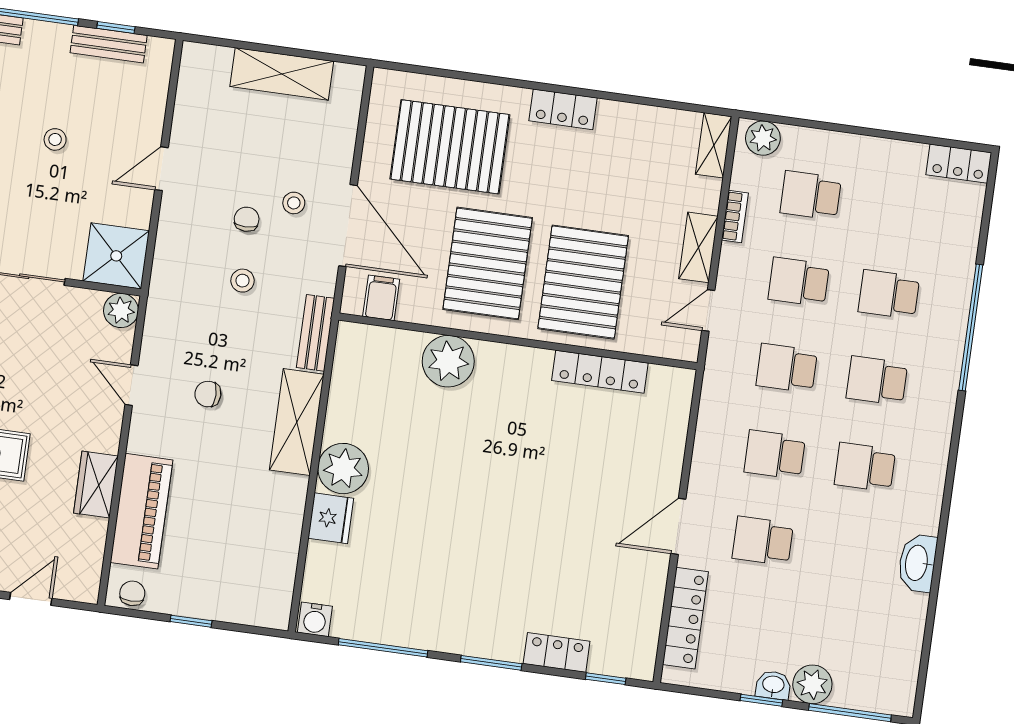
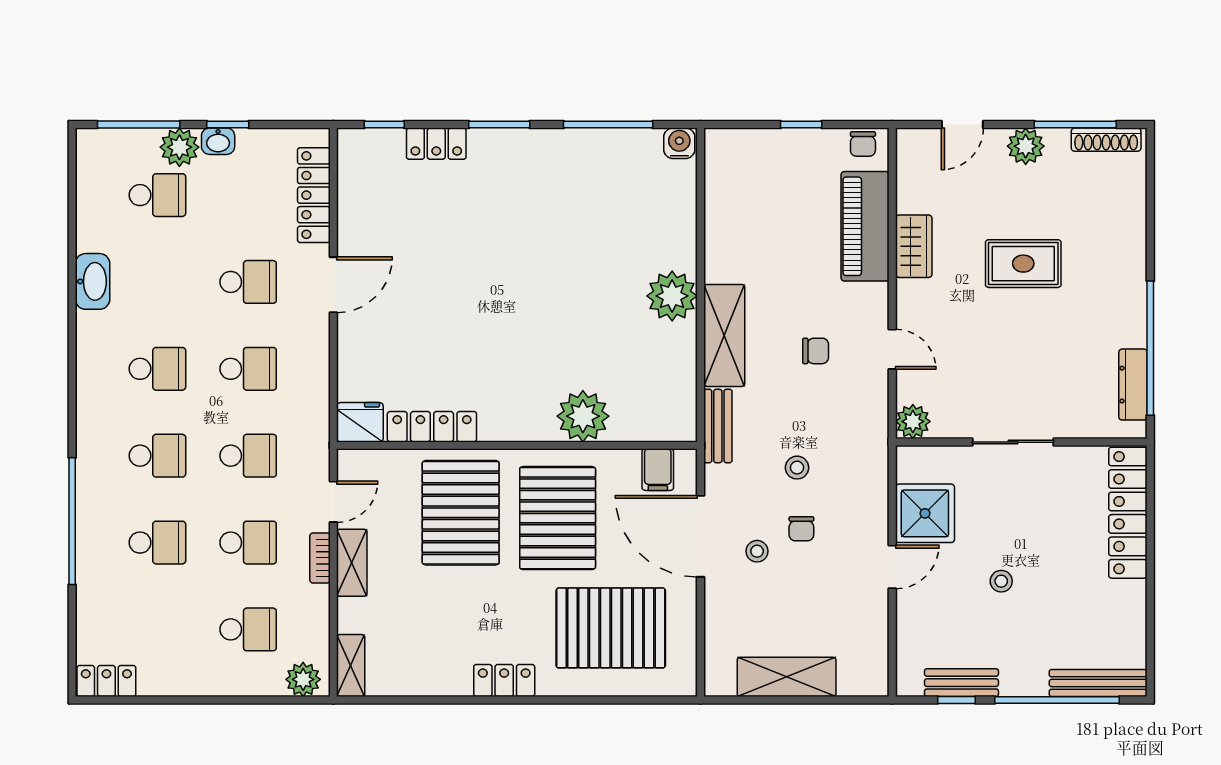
bookcase: (735, 216) -> (320, 558), moved
shower: (116, 256) -> (925, 513), moved
fridge: (331, 518) -> (360, 422), moved, turned 90
school desk: (841, 640) -> (157, 195), added

